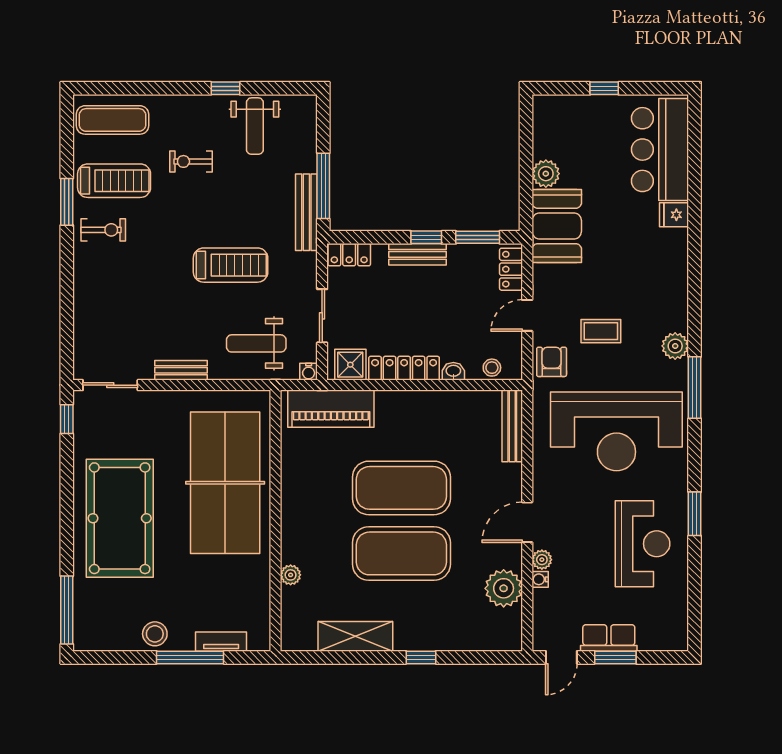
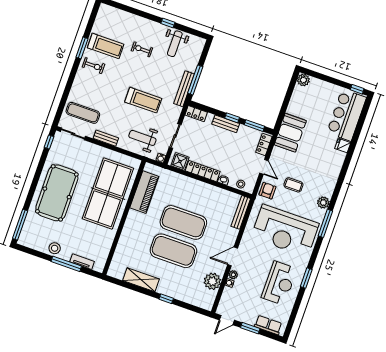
window: (604, 88) -> (357, 89), moved
exercise mat: (112, 120) -> (83, 113), moved
plant: (546, 174) -> (303, 80), moved
door: (527, 315) -> (264, 167), swing flipped
piano: (331, 409) -> (144, 192), moved, turned -90
plant: (291, 575) -> (122, 243), removed
row of seats: (609, 638) -> (268, 325), moved

